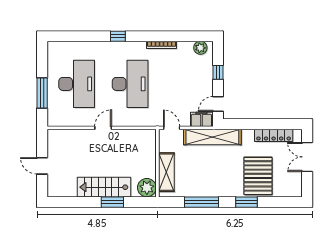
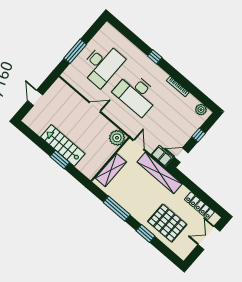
desk: (130, 84) -> (136, 94), turned 90
pallet: (258, 176) -> (167, 223), turned 90
plant: (147, 188) -> (117, 138), moved

